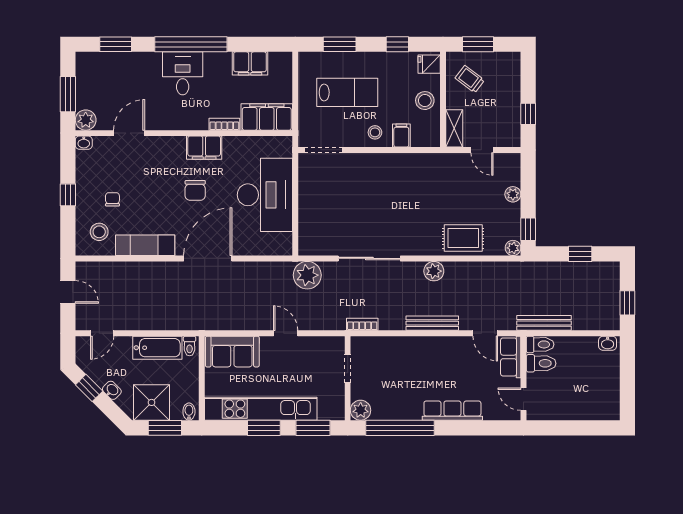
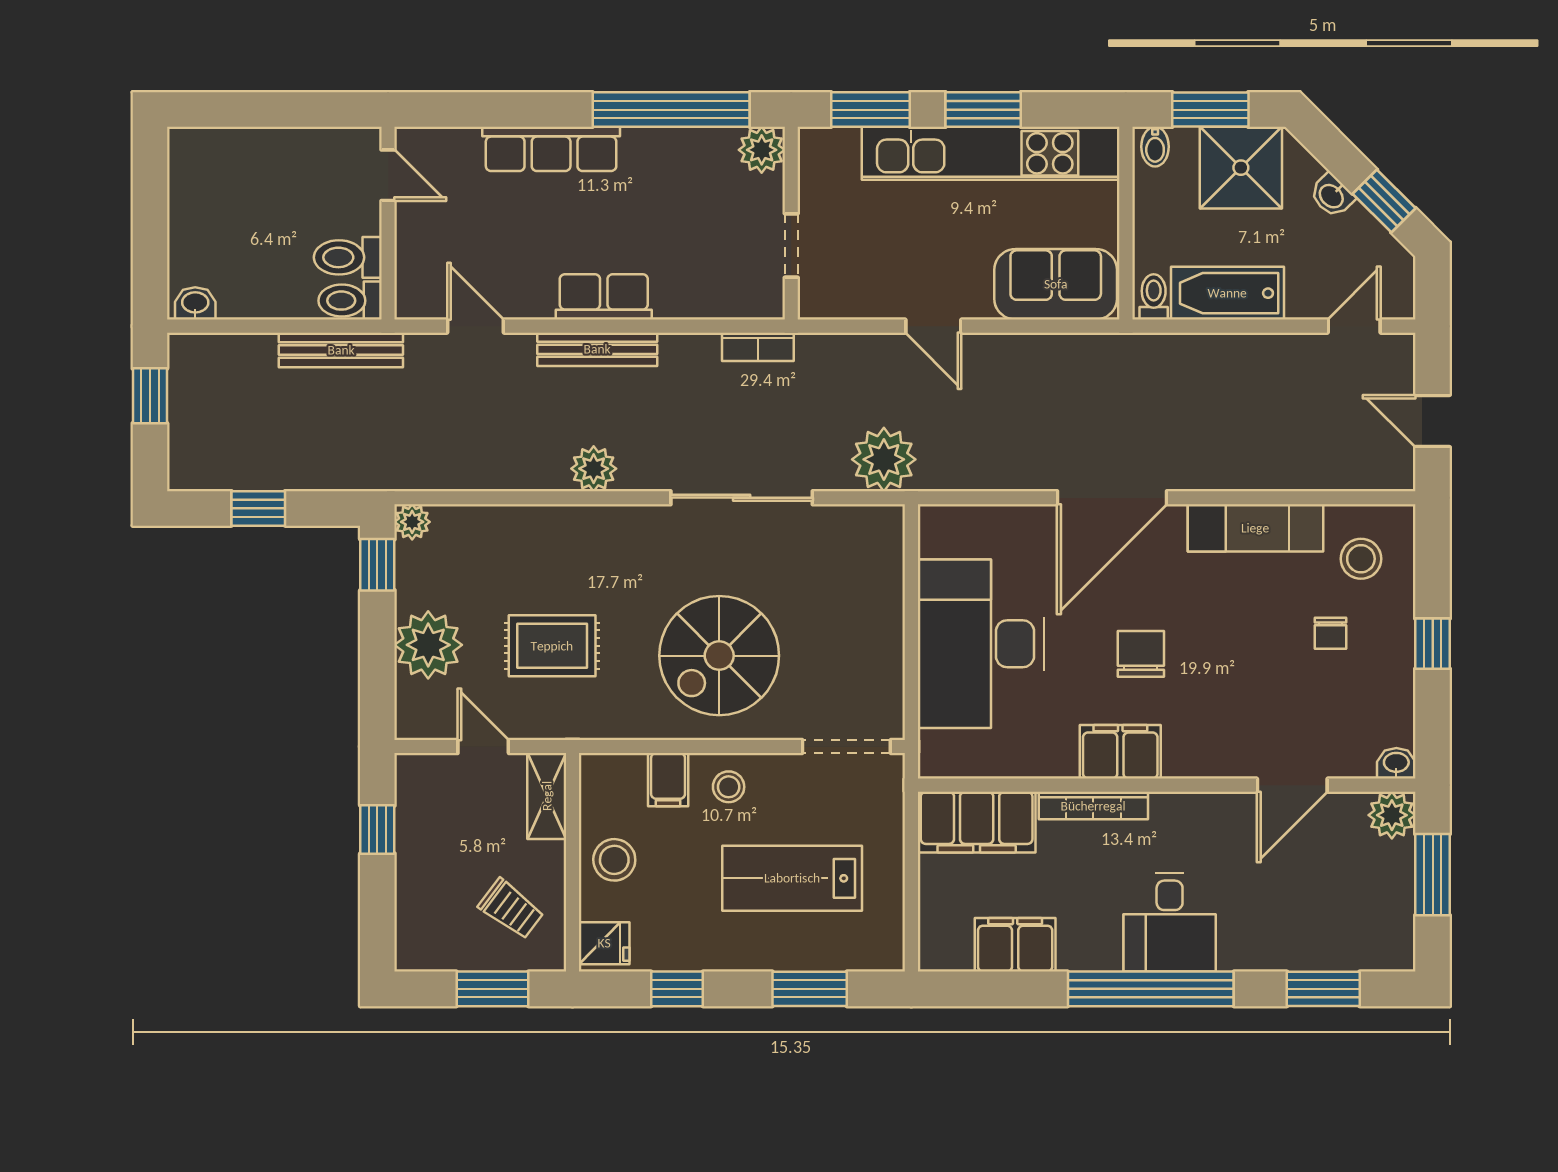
bookcase: (224, 124) -> (1093, 806), width x1.56
spiral stairs: (379, 190) -> (719, 656), added
plant: (513, 194) -> (428, 645), width x1.88, depth x1.88
rug: (463, 238) -> (552, 646), moved
row of seats: (511, 357) -> (604, 297), moved, turned -90

